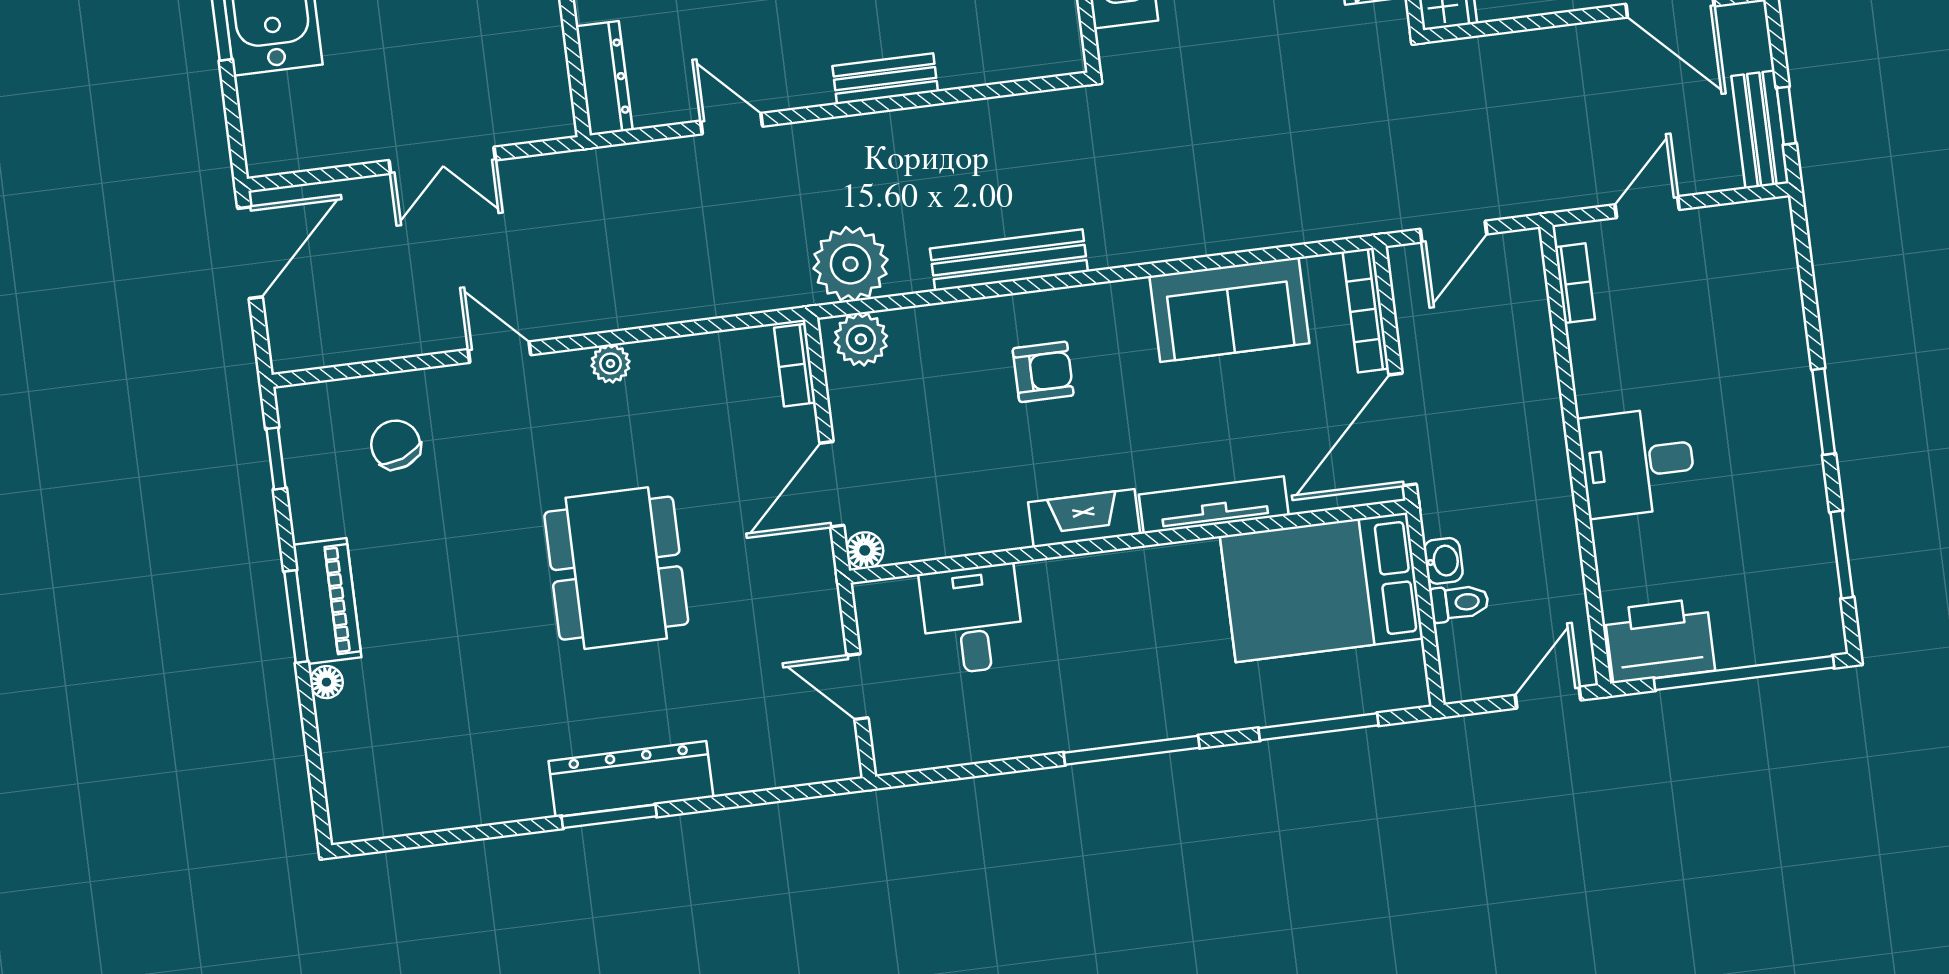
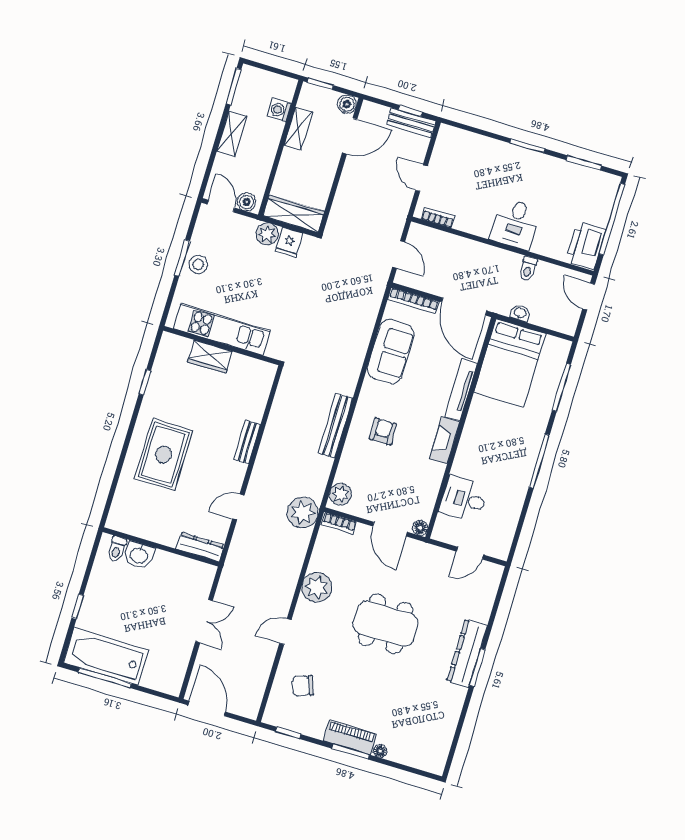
plant: (851, 264) -> (303, 512), moved
plant: (611, 364) -> (317, 587), width x1.88, depth x1.88
toilet: (1459, 603) -> (528, 269), moved, turned 180

